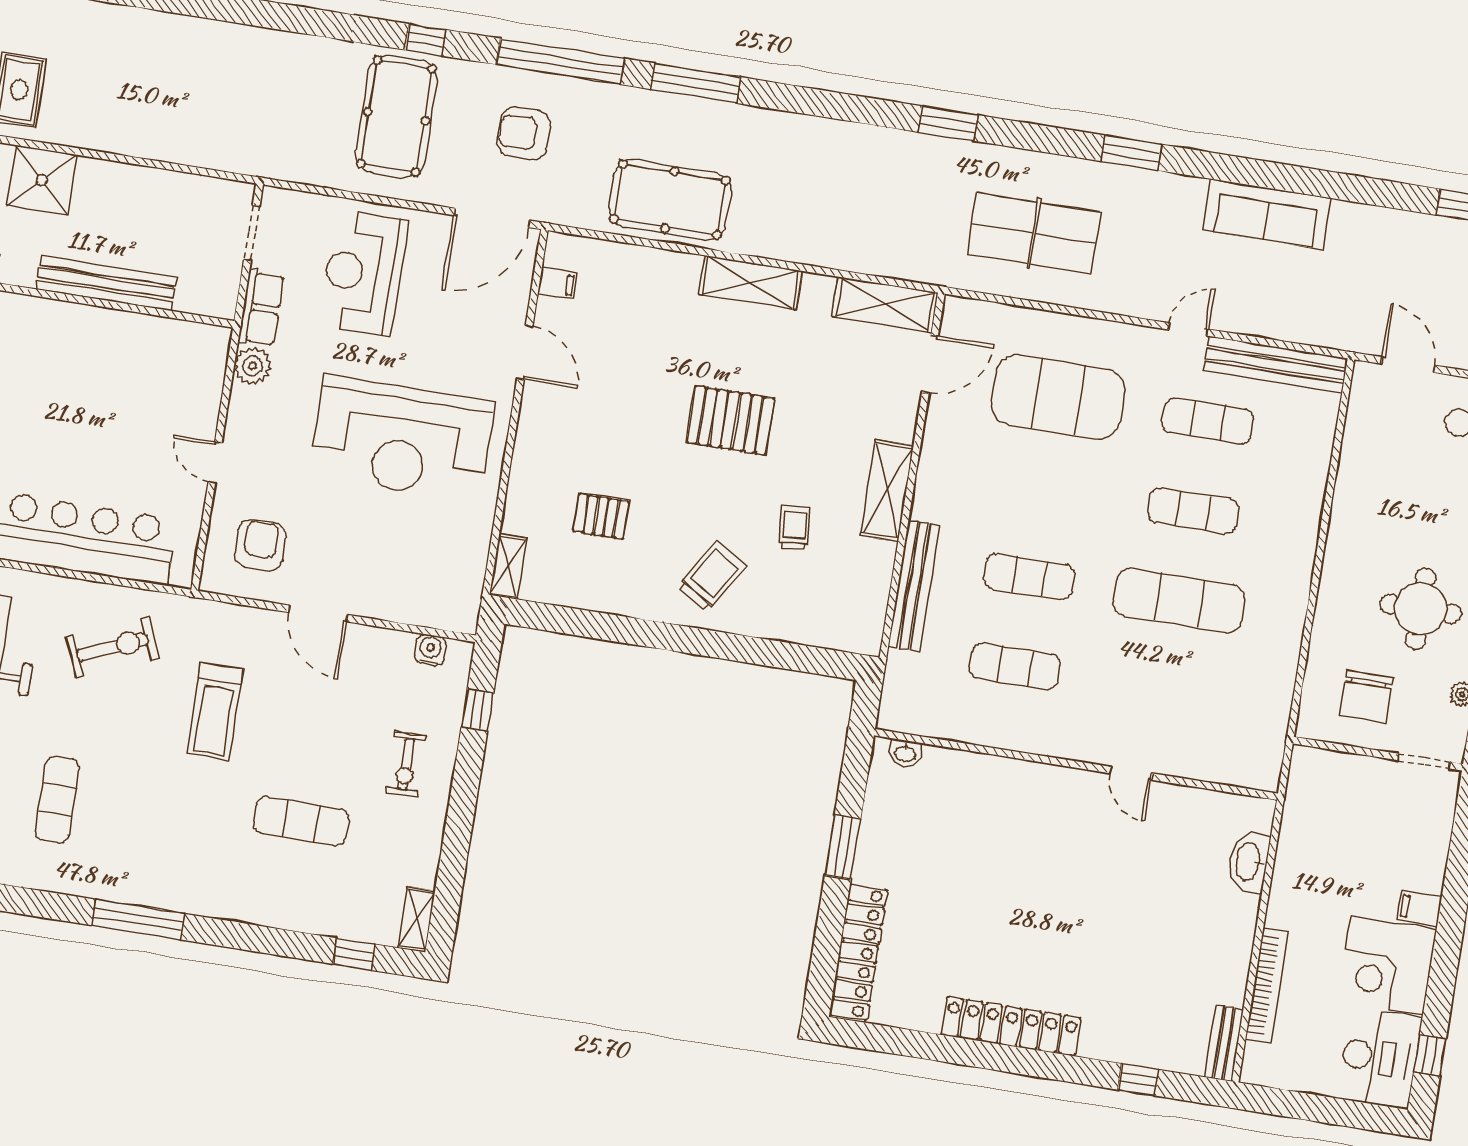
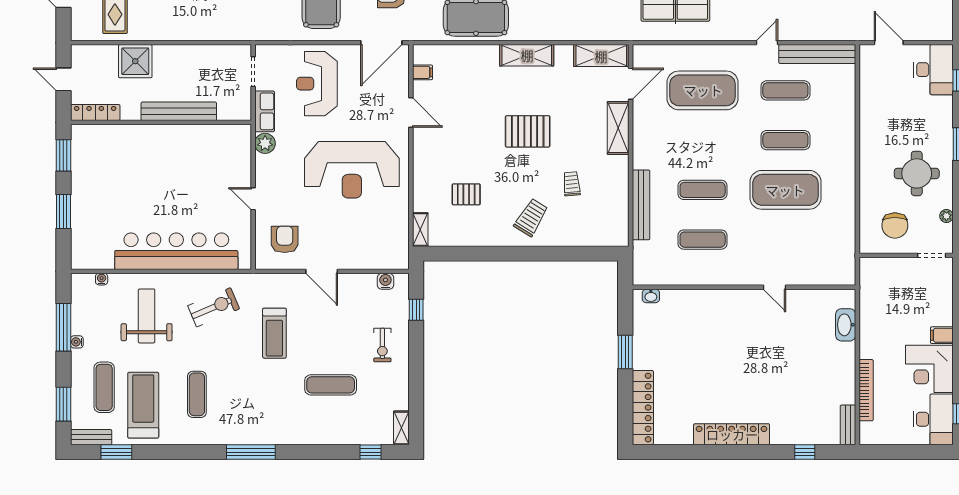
shelving: (887, 491) -> (618, 128), moved
exercise mat: (1179, 600) -> (785, 190), width x1.47

